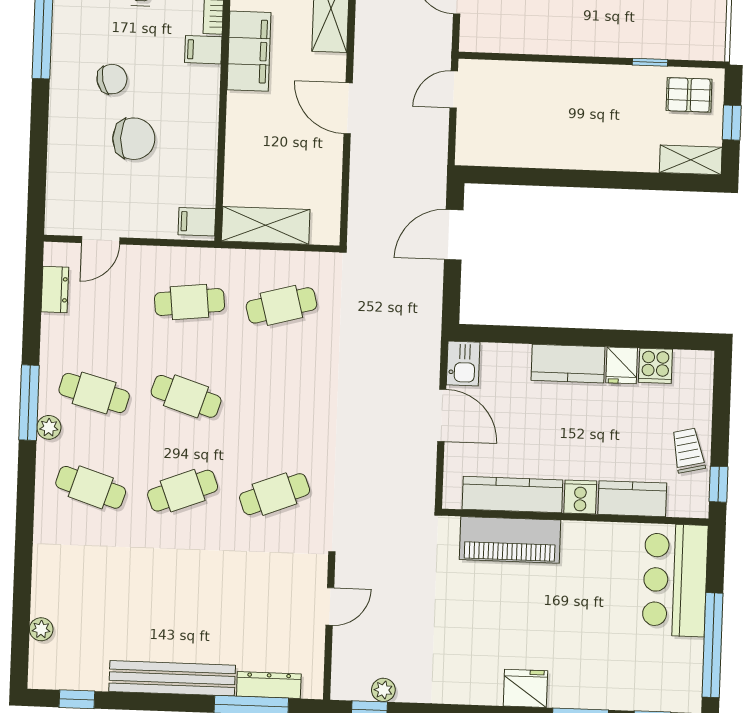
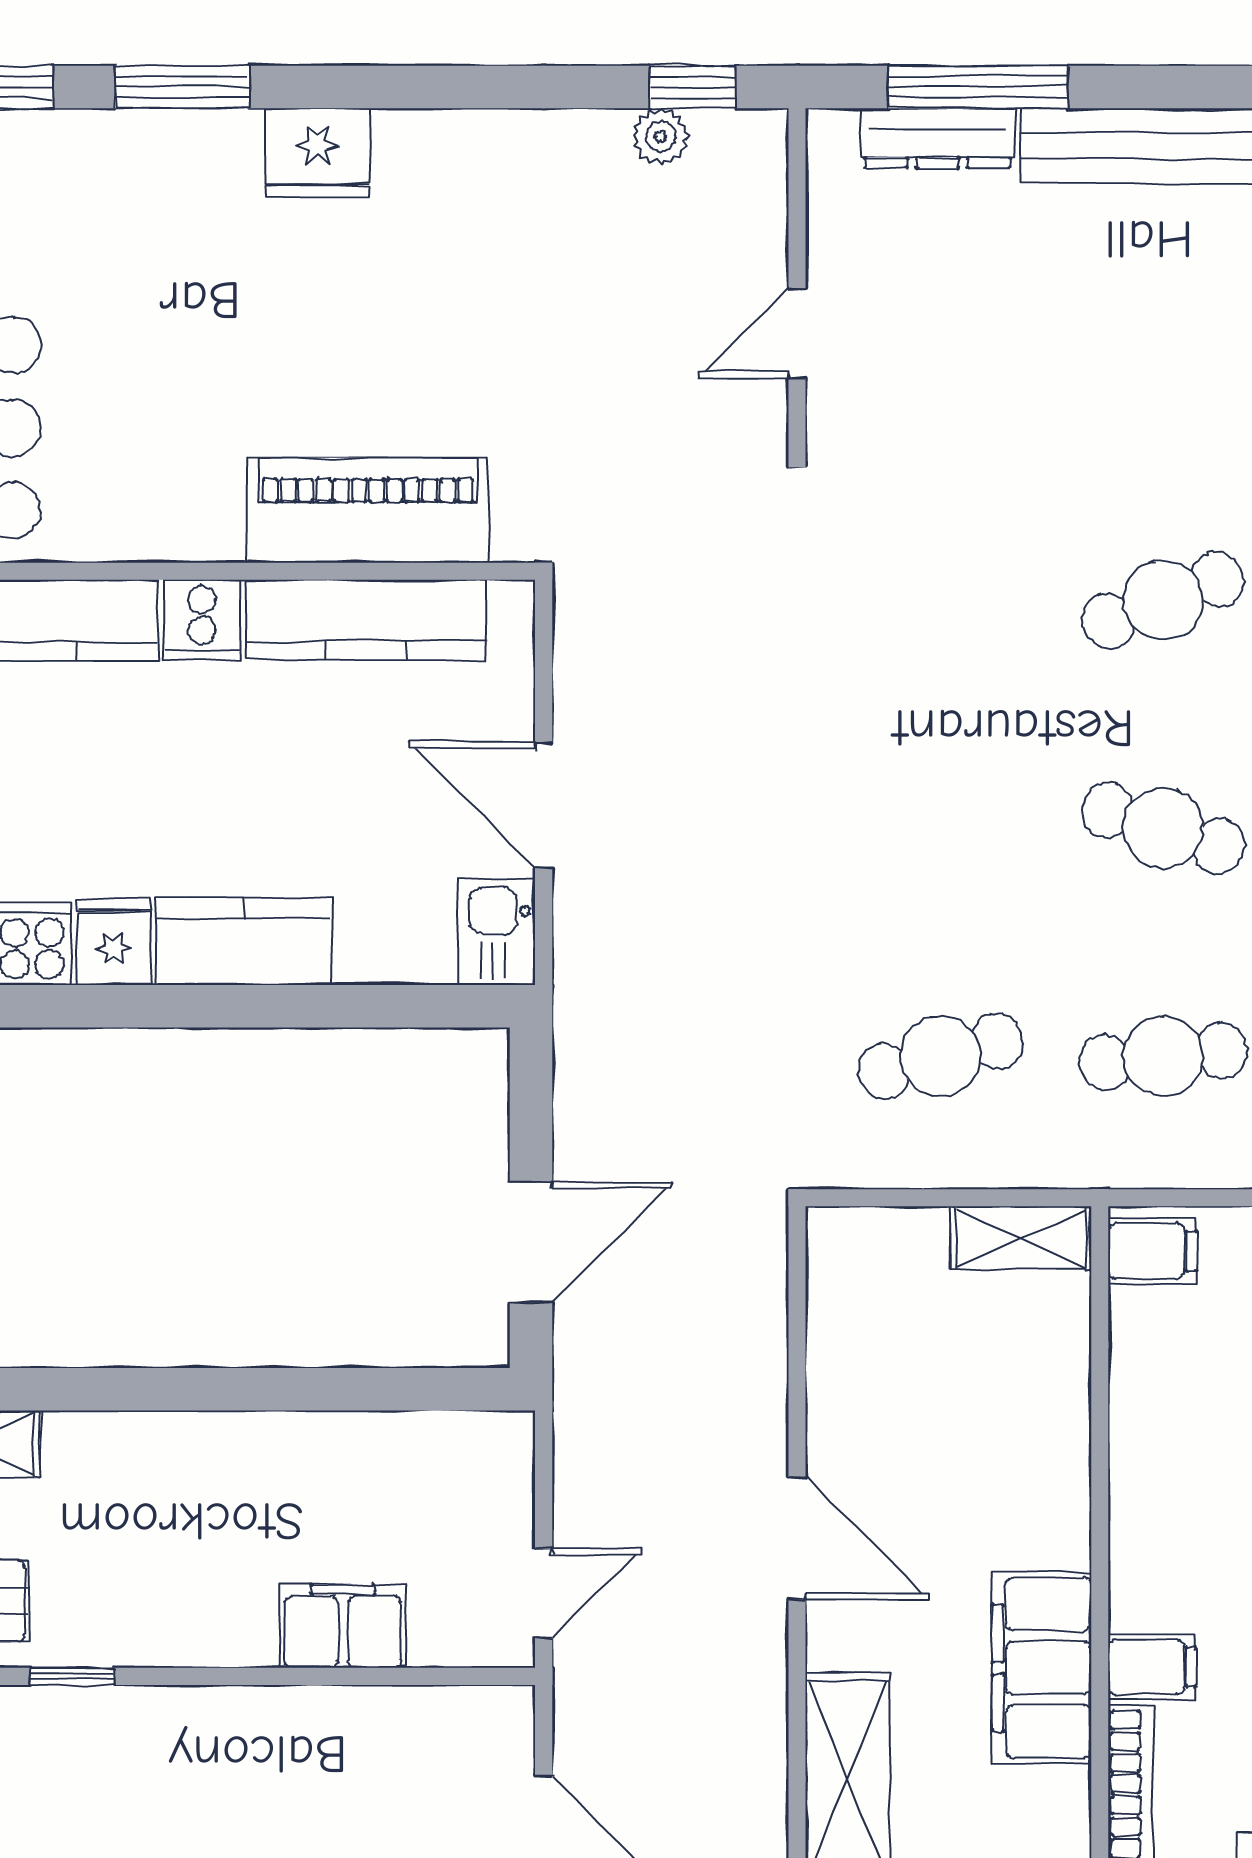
filing cabinet: (537, 79) -> (343, 1626), added
shelving: (266, 225) -> (1021, 1238), width x0.67, depth x0.75
cafe table: (275, 494) -> (941, 600), removed

